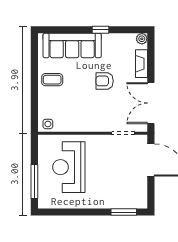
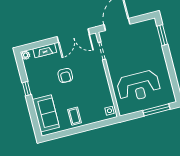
sofa: (72, 45) -> (46, 113), width x0.73

